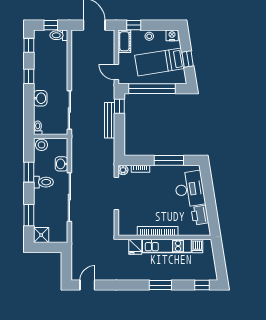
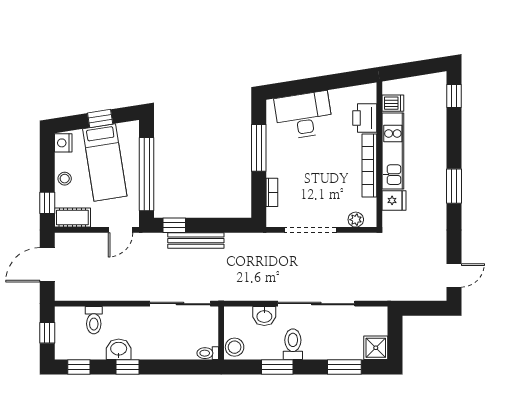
toilet: (59, 35) -> (94, 320), moved
washbasin: (40, 98) -> (119, 349), moved
plant: (123, 170) -> (356, 220), moved
printer: (200, 215) -> (365, 118), moved, turned 99
door: (87, 285) -> (454, 275), swing flipped
window: (160, 285) -> (454, 186), moved

